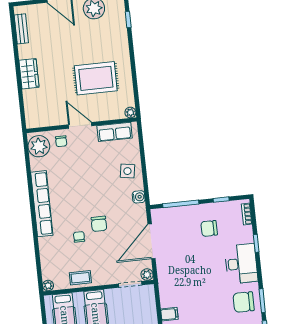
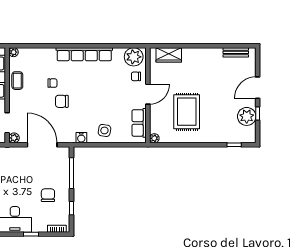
wardrobe: (29, 74) -> (169, 55), moved

